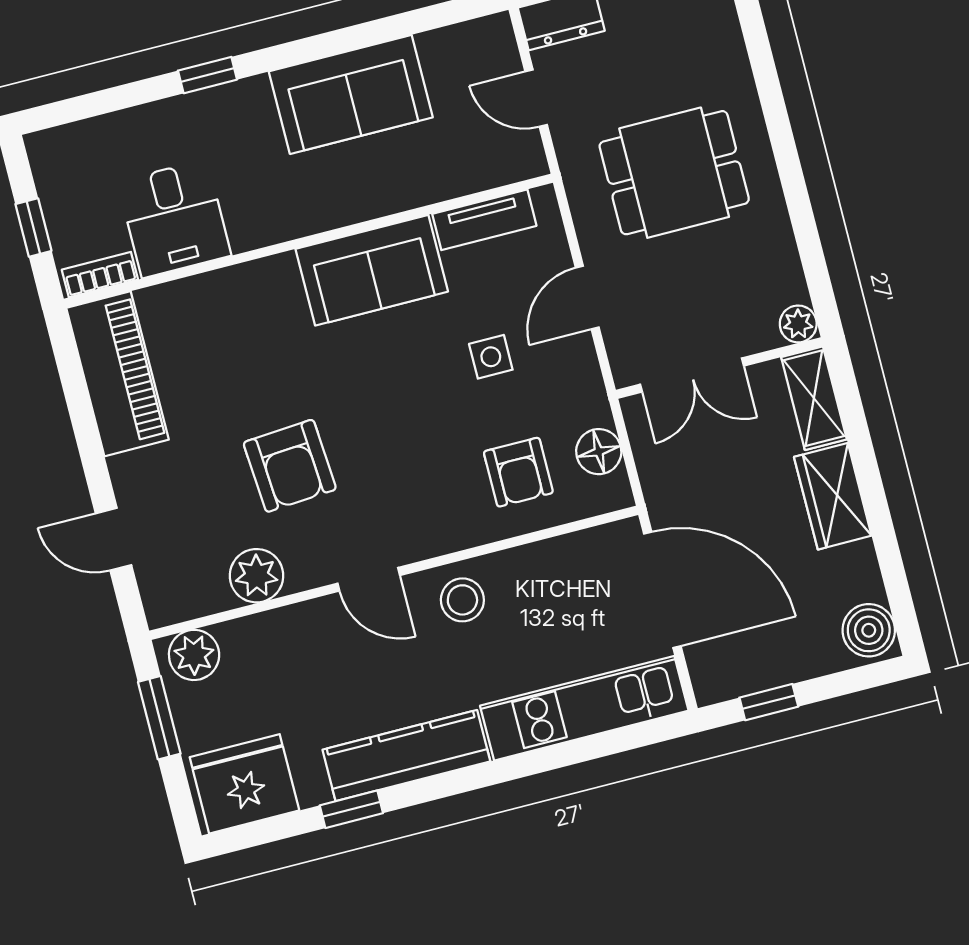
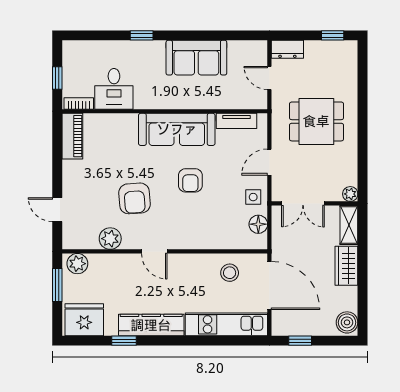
sofa: (372, 270) -> (177, 129), width x1.36
side table: (491, 357) -> (253, 197), moved
piano: (118, 374) -> (72, 136), width x0.73, depth x0.75
armchair: (518, 472) -> (190, 180), moved
stool: (462, 600) -> (230, 273), moved

